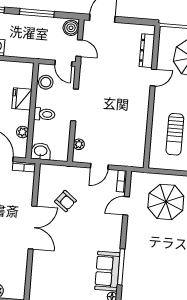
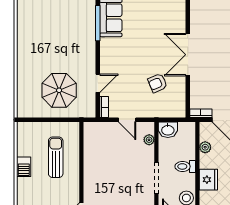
washbasin: (41, 151) -> (168, 130), moved
door: (99, 166) -> (127, 120), swing flipped
armchair: (65, 201) -> (157, 83), turned -61

